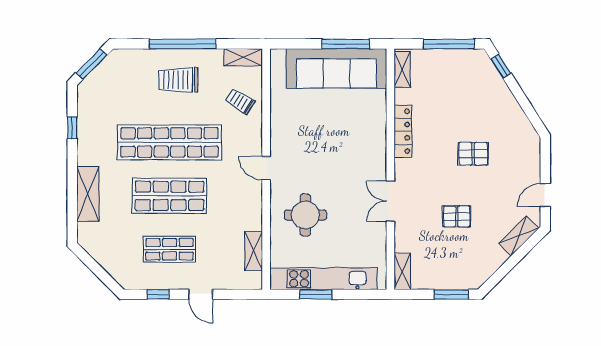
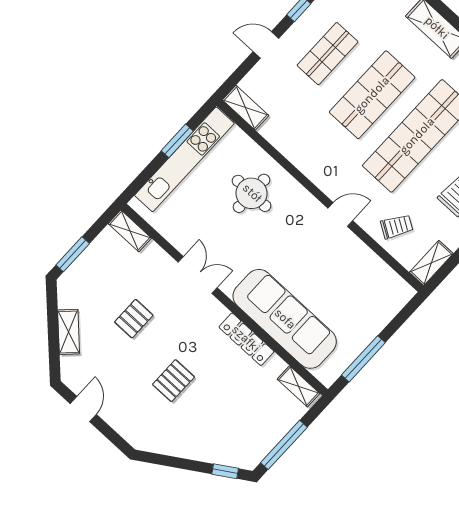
sofa: (337, 68) -> (285, 319), moved, turned 90
door: (266, 168) -> (340, 214), moved
shelving: (519, 236) -> (69, 332), moved
shelving: (253, 251) -> (246, 108), moved

